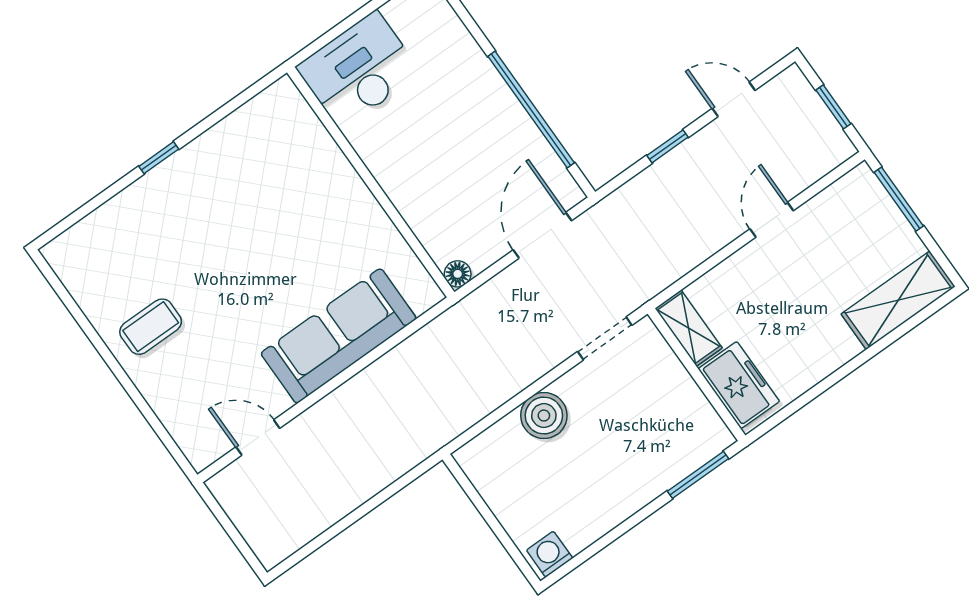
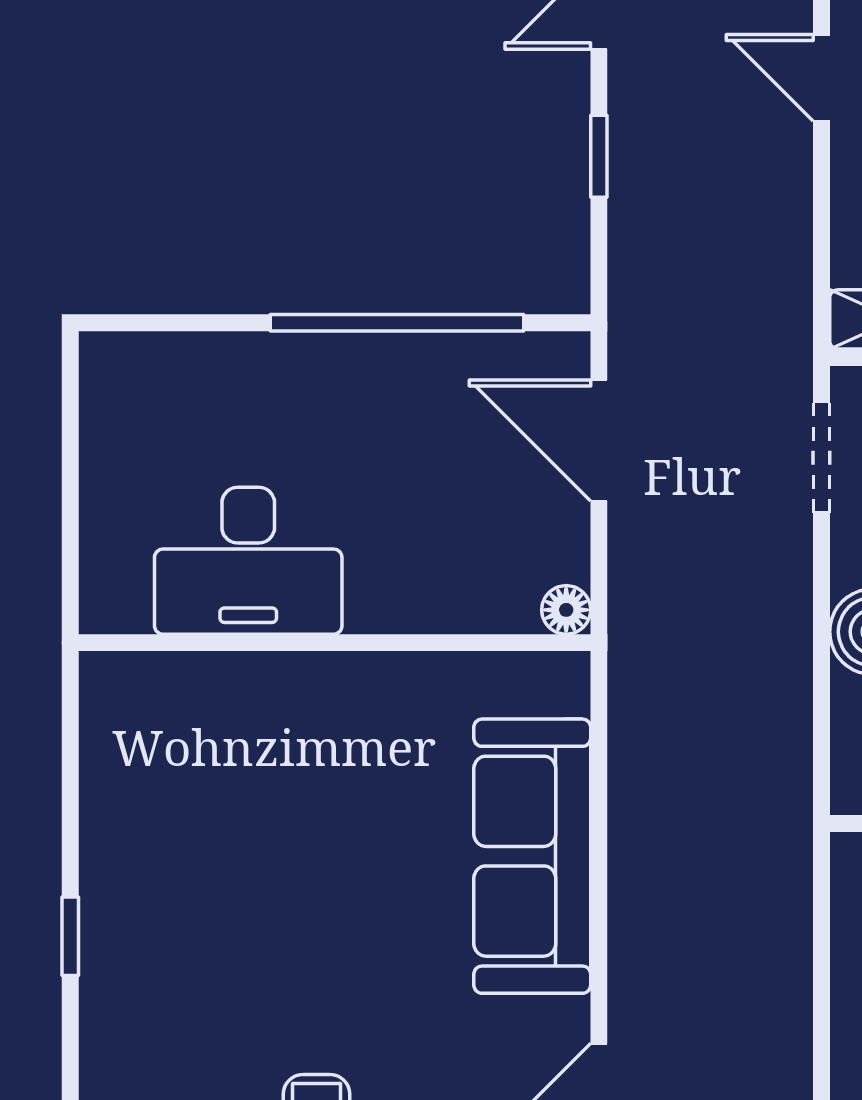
desk: (359, 70) -> (248, 561), moved, turned -90

